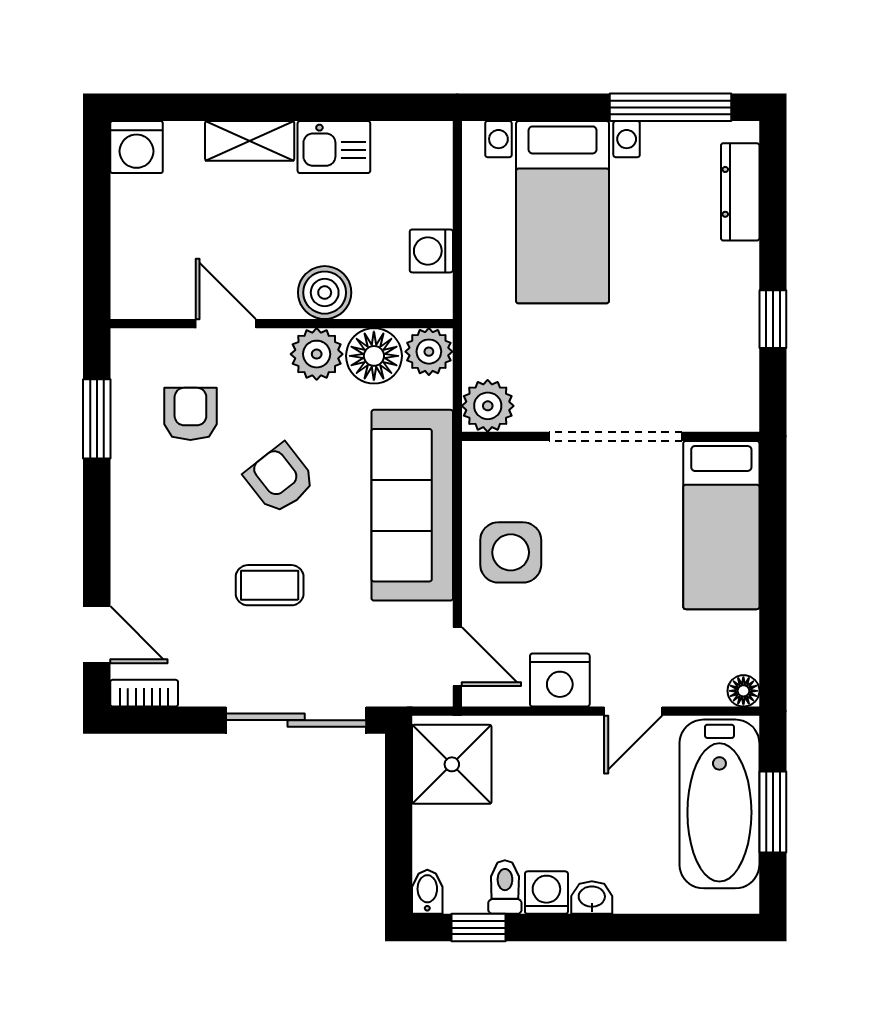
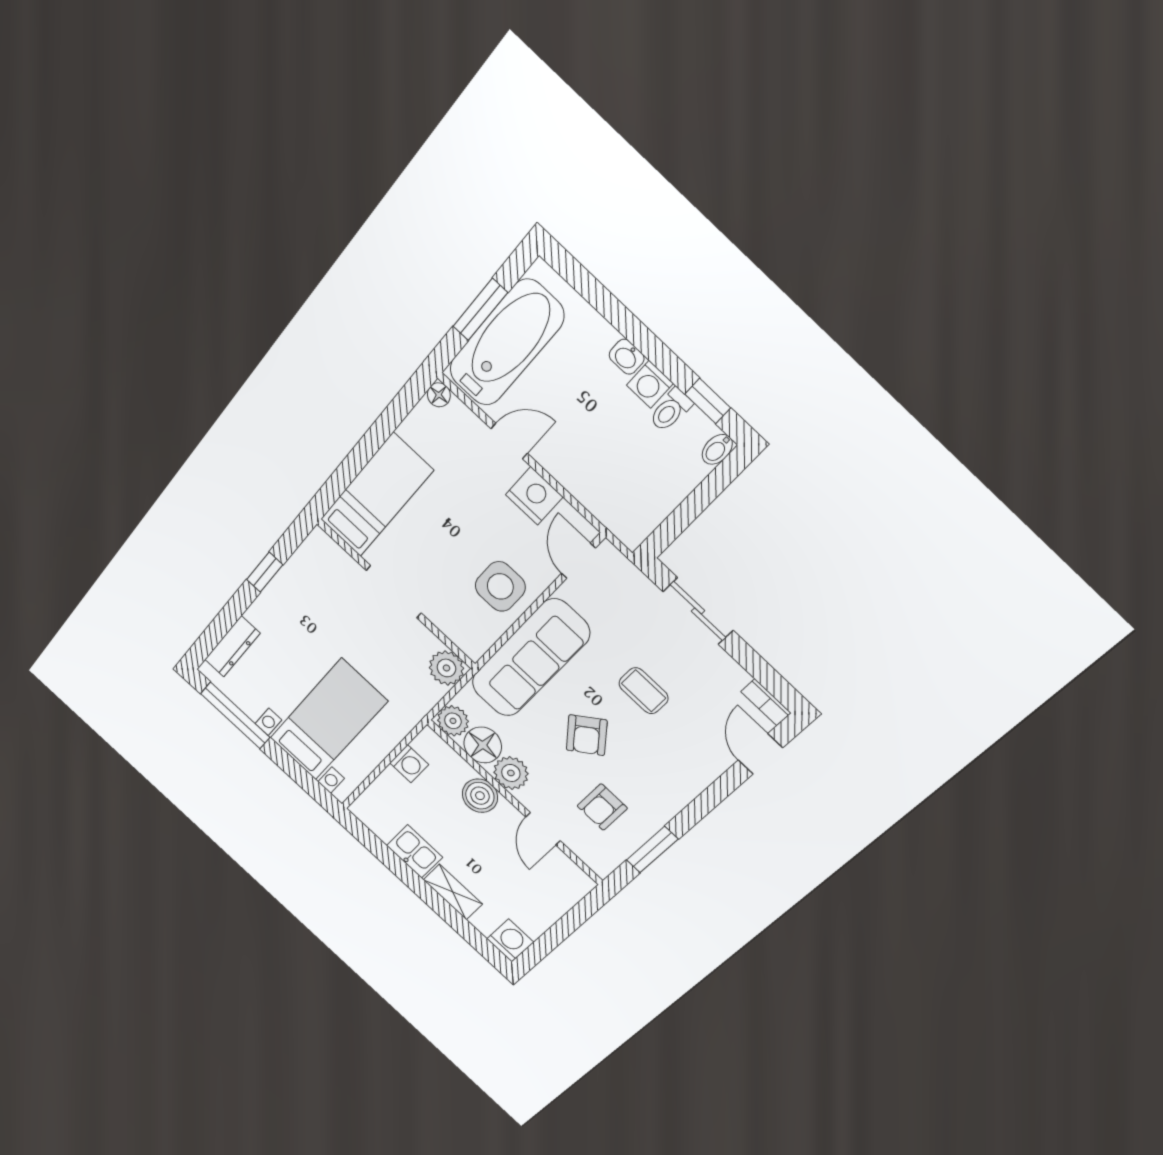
doorway: (615, 436) -> (394, 592), width x0.73
sliding door: (296, 720) -> (698, 611), width x0.73
shower: (452, 764) -> (636, 507), removed

